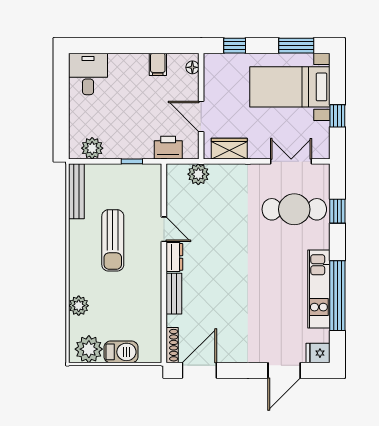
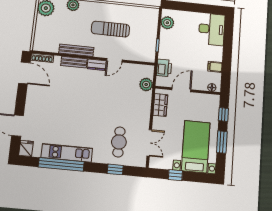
window: (296, 46) -> (222, 142), moved
desk: (88, 74) -> (212, 29), width x1.37
bench: (76, 191) -> (76, 50), moved
cafe table: (294, 209) -> (119, 142), width x0.73, depth x0.74
barbecue: (121, 352) -> (42, 27), removed

